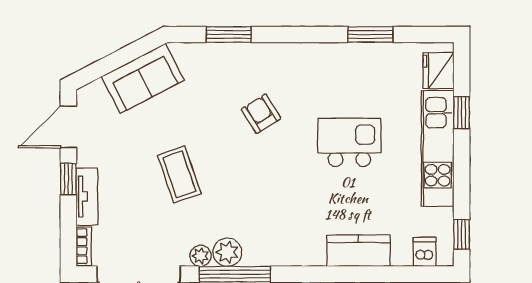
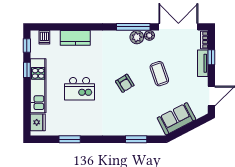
window: (462, 113) -> (27, 70), moved
armchair: (261, 114) -> (125, 83), moved
window: (68, 179) -> (211, 57), moved

